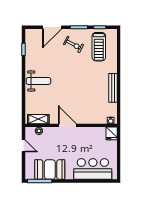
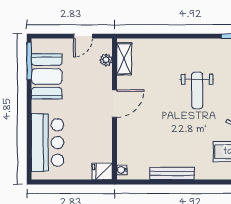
weight bench: (38, 81) -> (197, 91), moved

